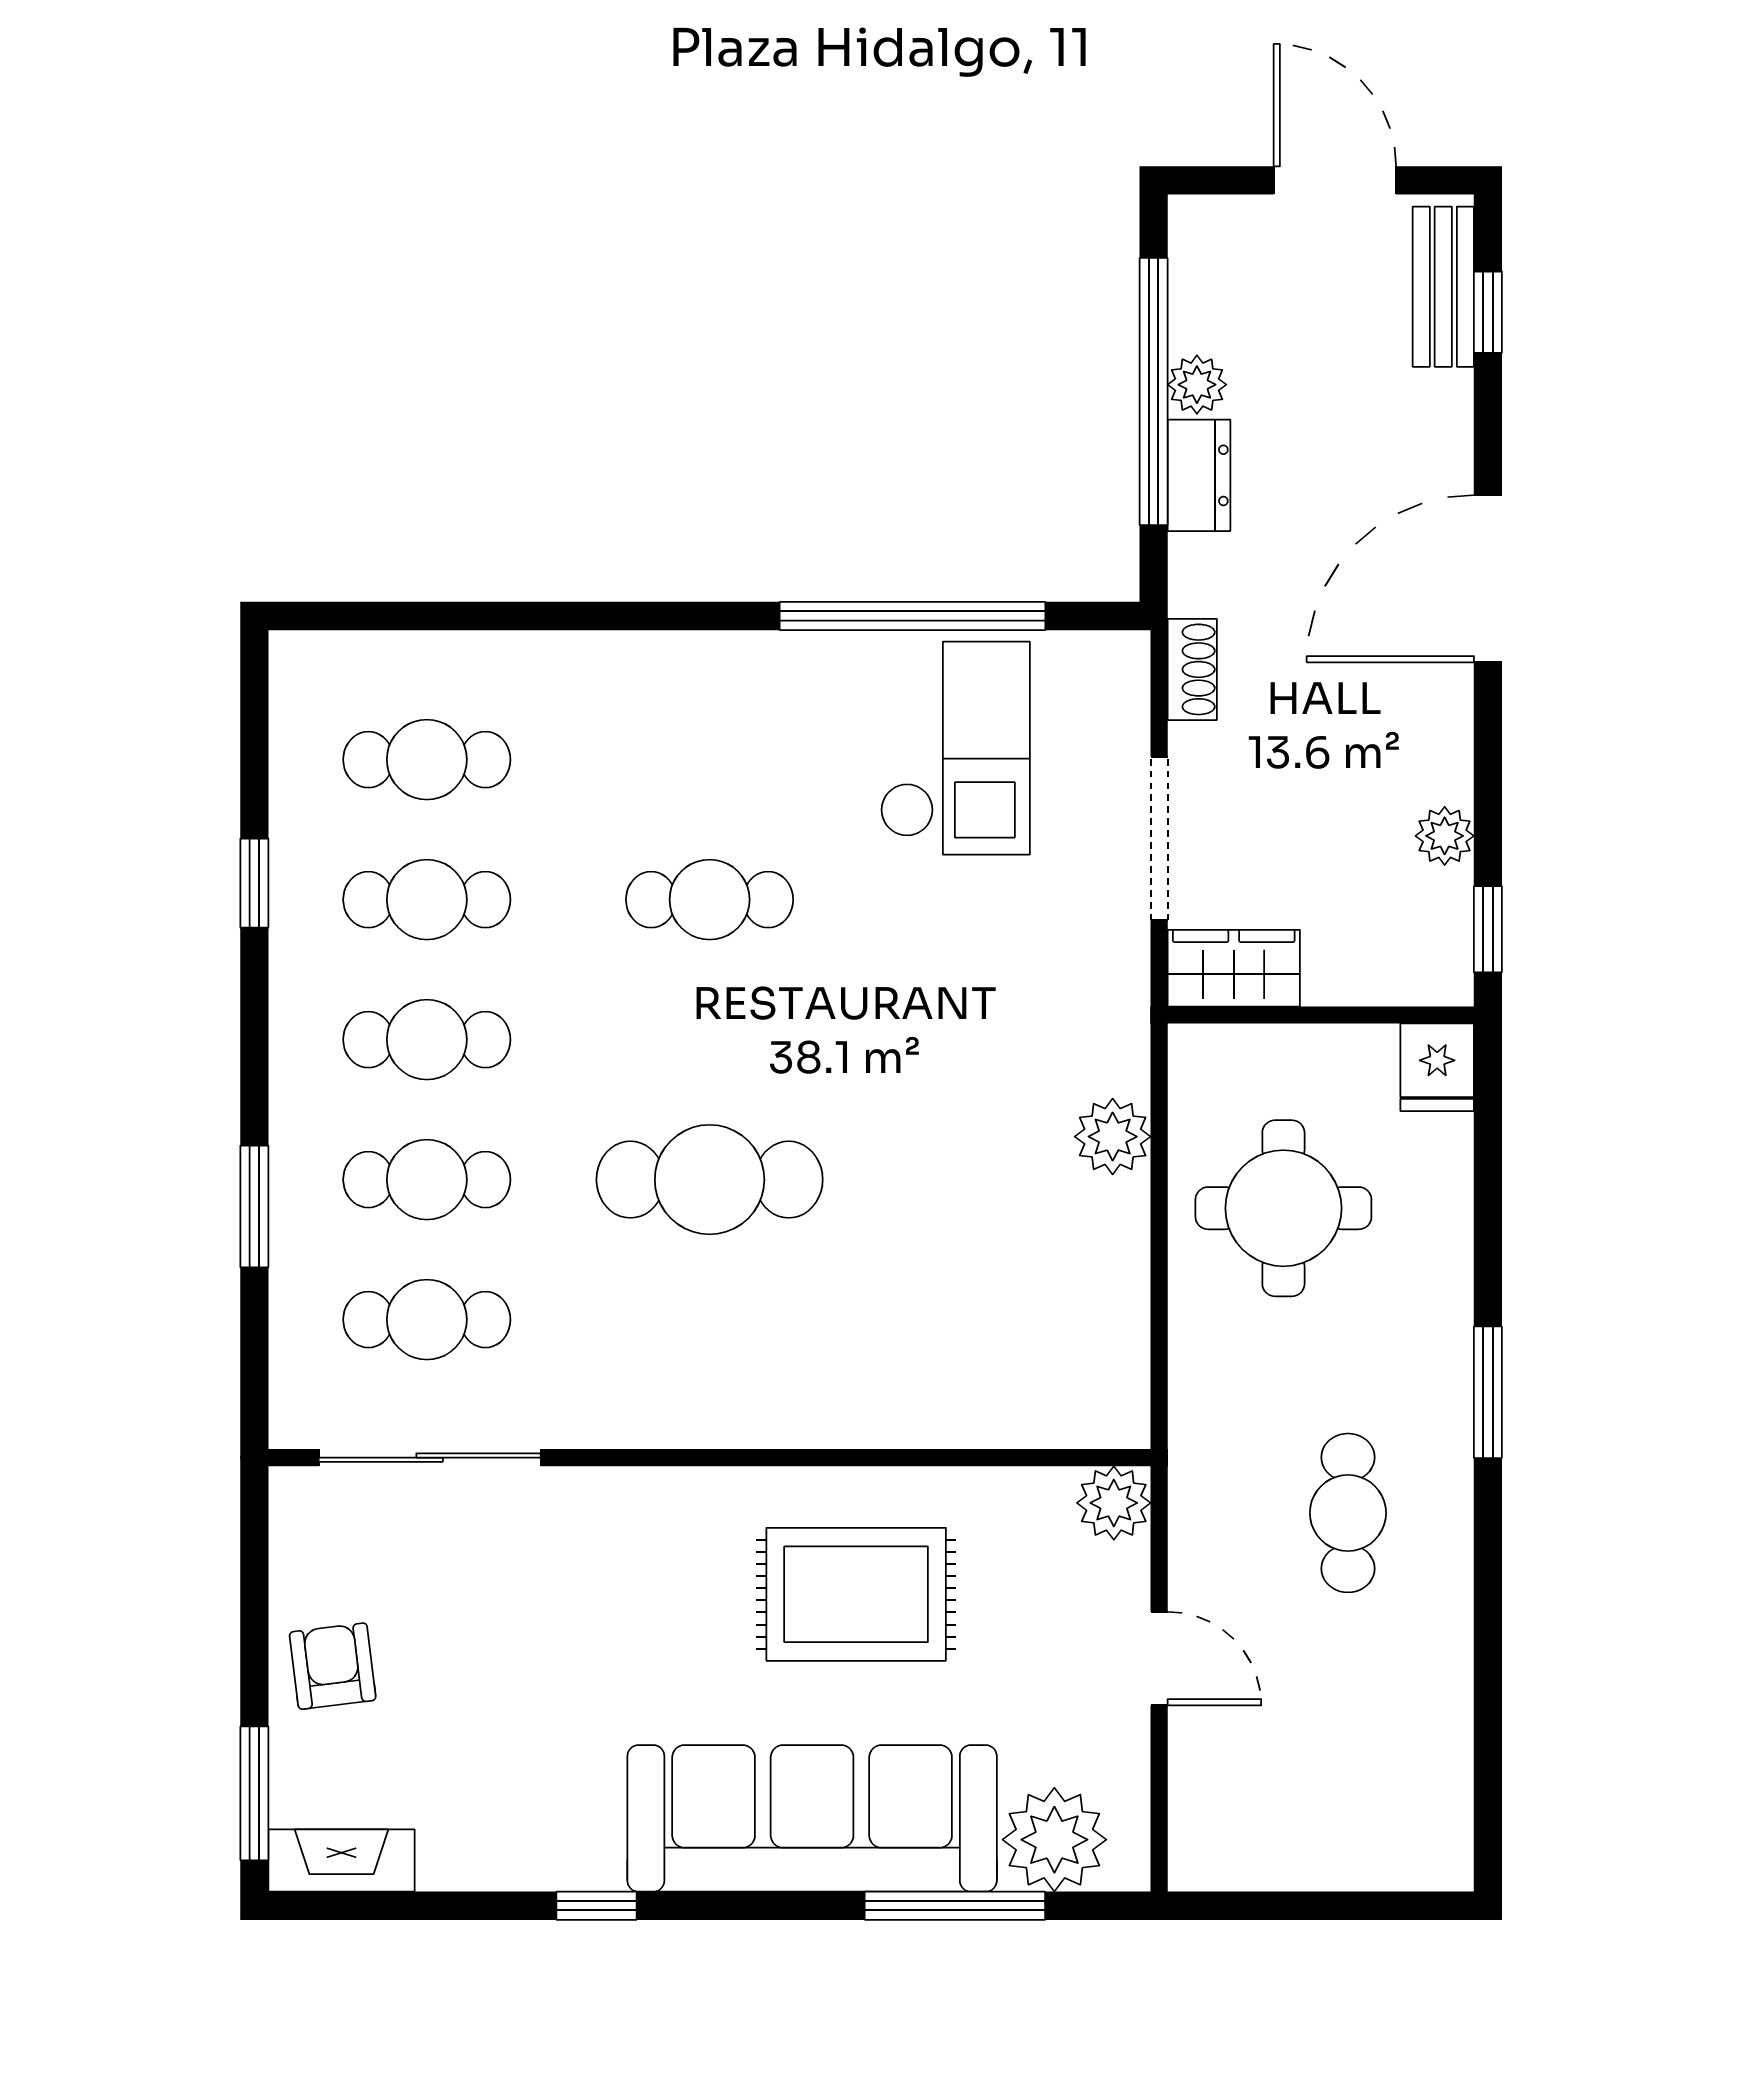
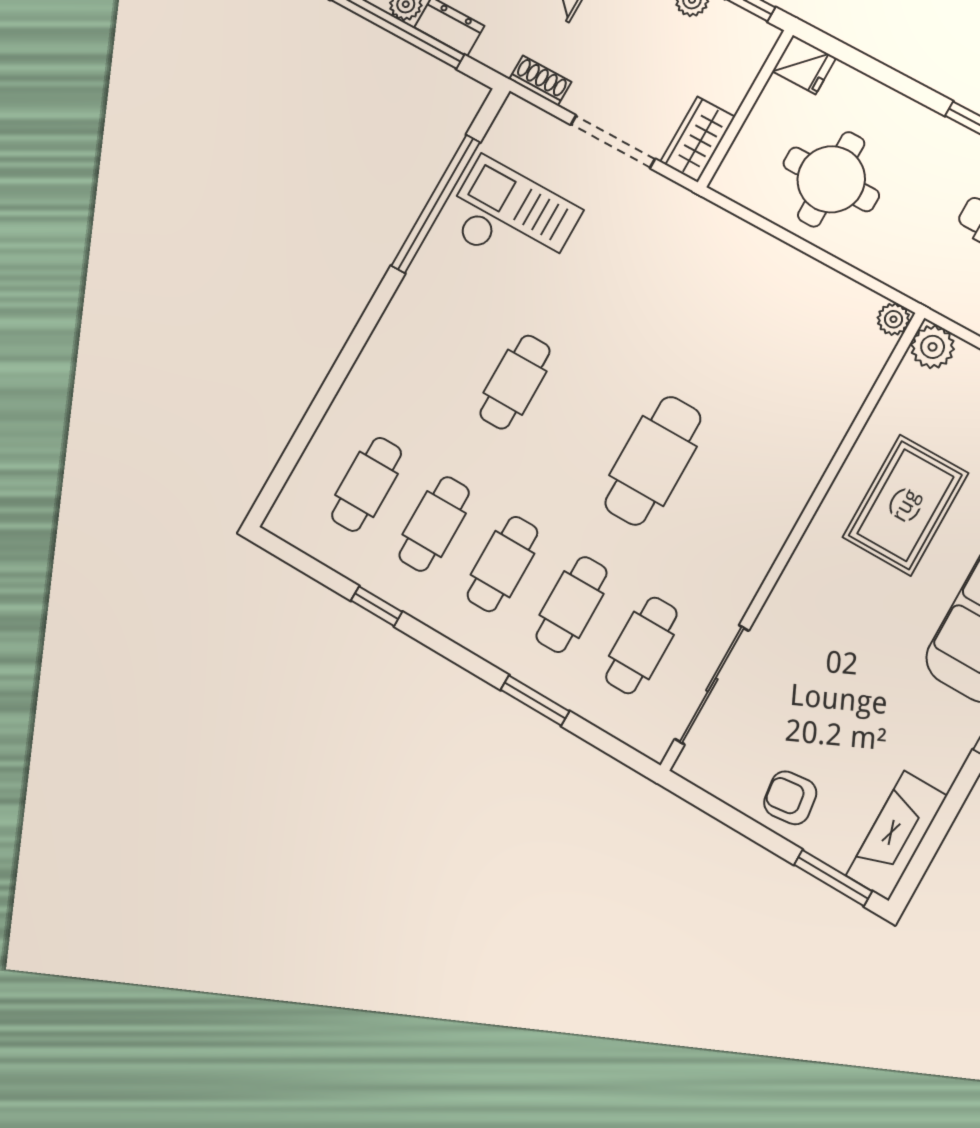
plant: (1113, 1137) -> (893, 319), moved, width x0.73, depth x0.73
fireplace: (341, 1861) -> (896, 836), width x1.37, depth x1.32

